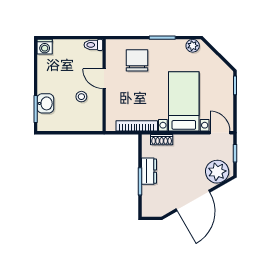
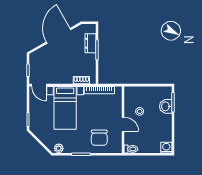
dresser: (149, 171) -> (90, 43), moved
plant: (217, 172) -> (41, 57), removed

